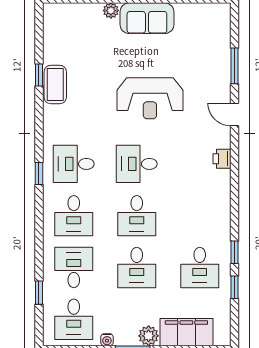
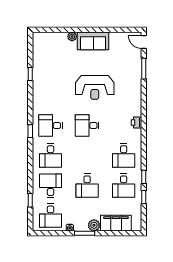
coffee table: (55, 84) -> (40, 79), removed
door: (234, 114) -> (144, 42), moved
desk: (137, 216) -> (124, 156), moved

